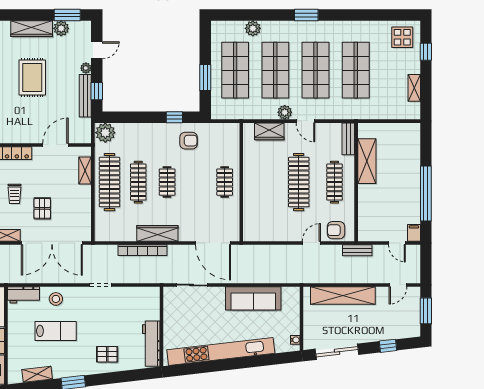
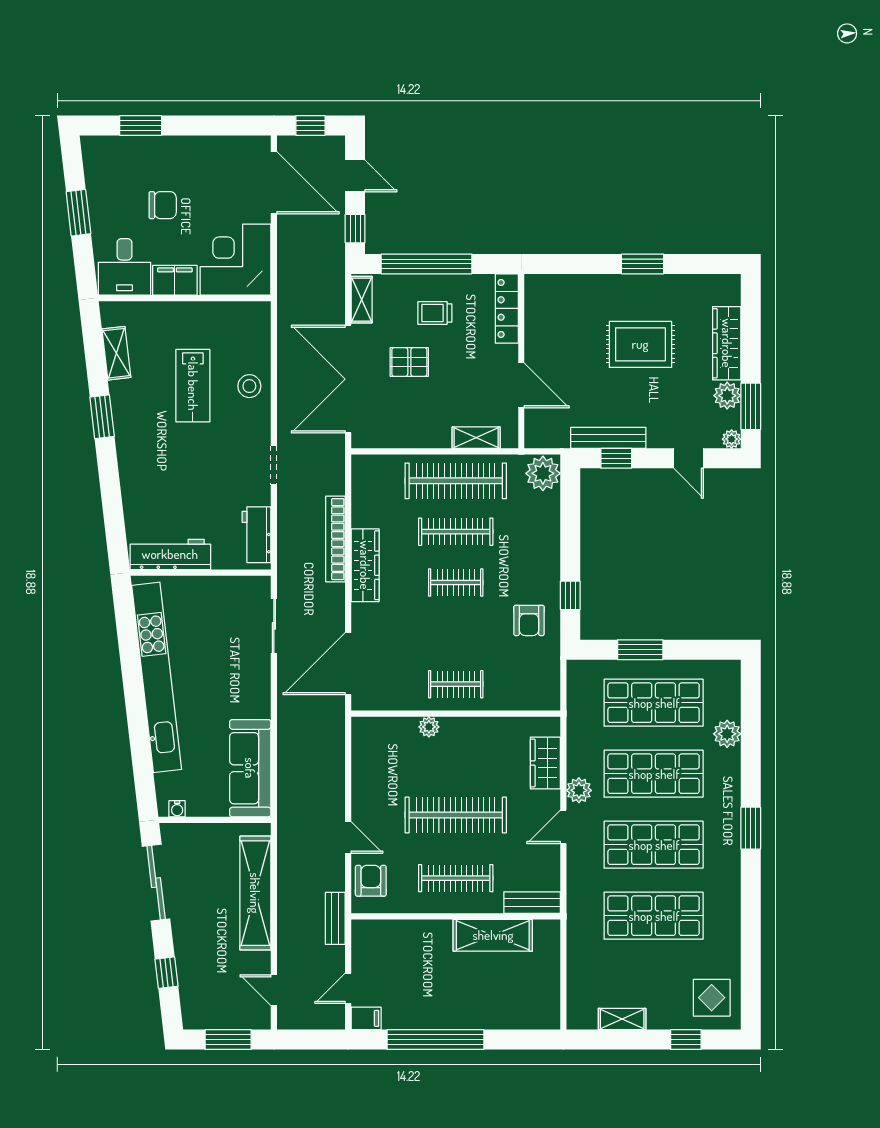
plant: (86, 68) -> (732, 439), moved
plant: (249, 197) -> (429, 727), added
workbench: (24, 295) -> (257, 535), moved
sofa: (253, 298) -> (250, 768), moved
pallet: (107, 354) -> (152, 477), removed

